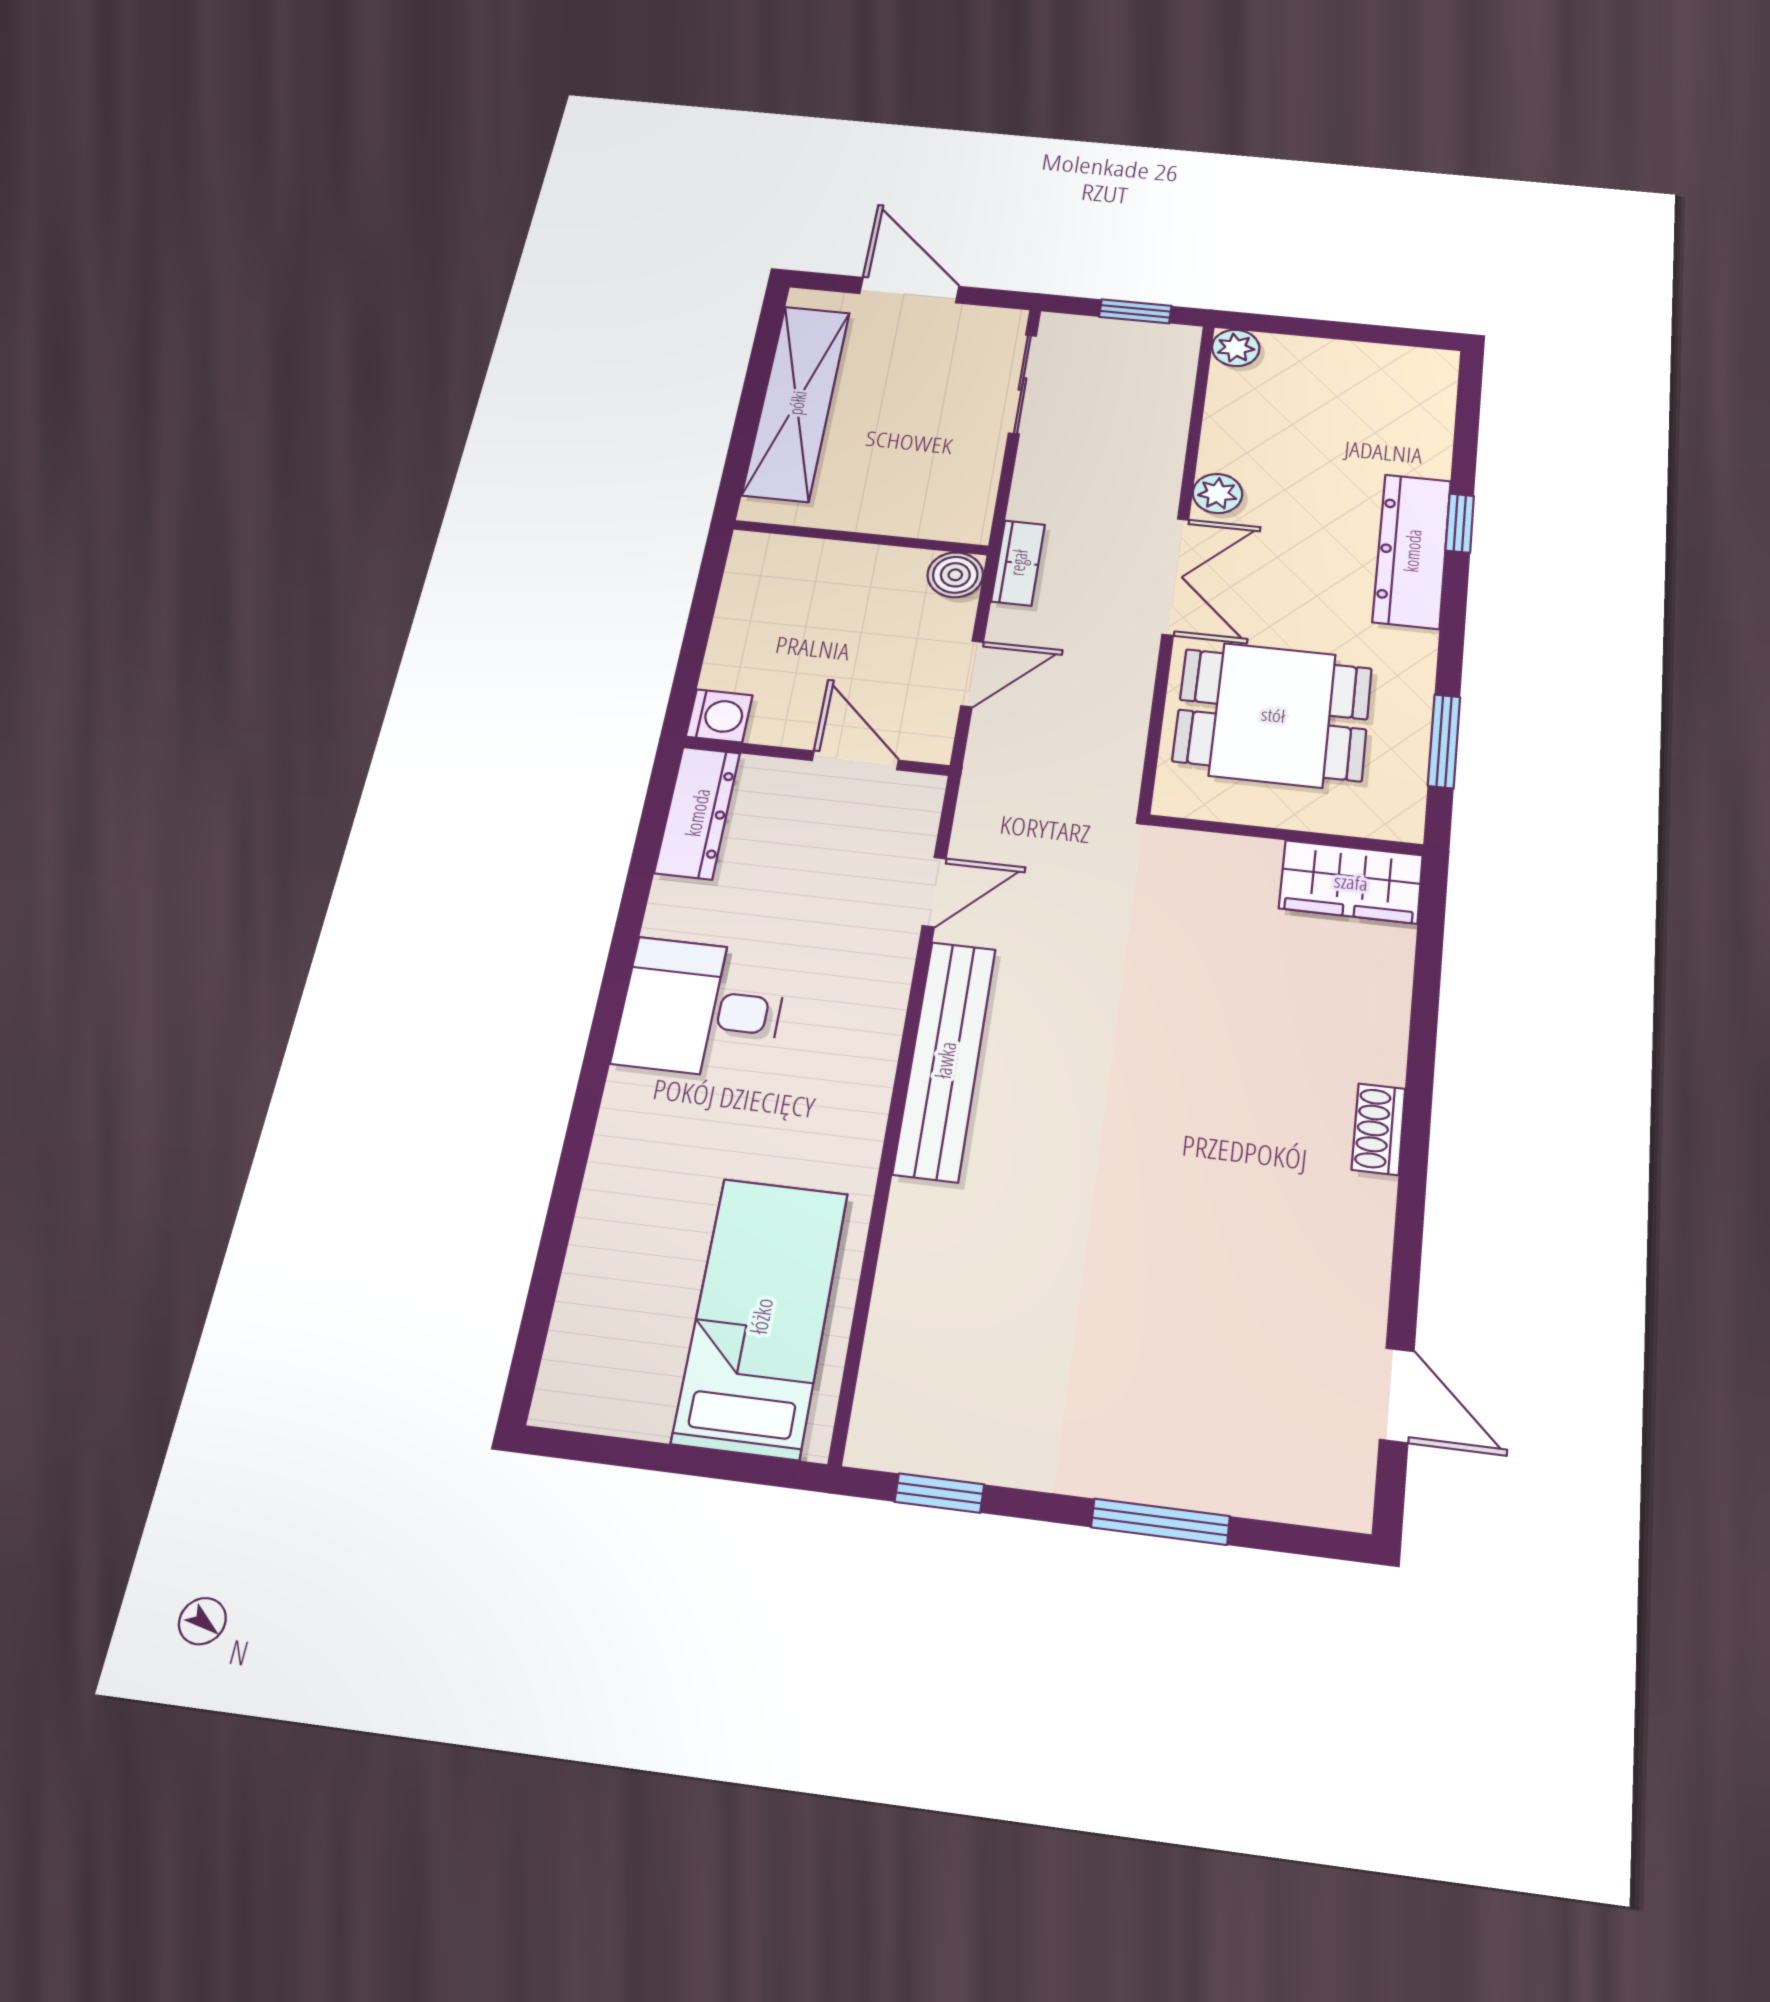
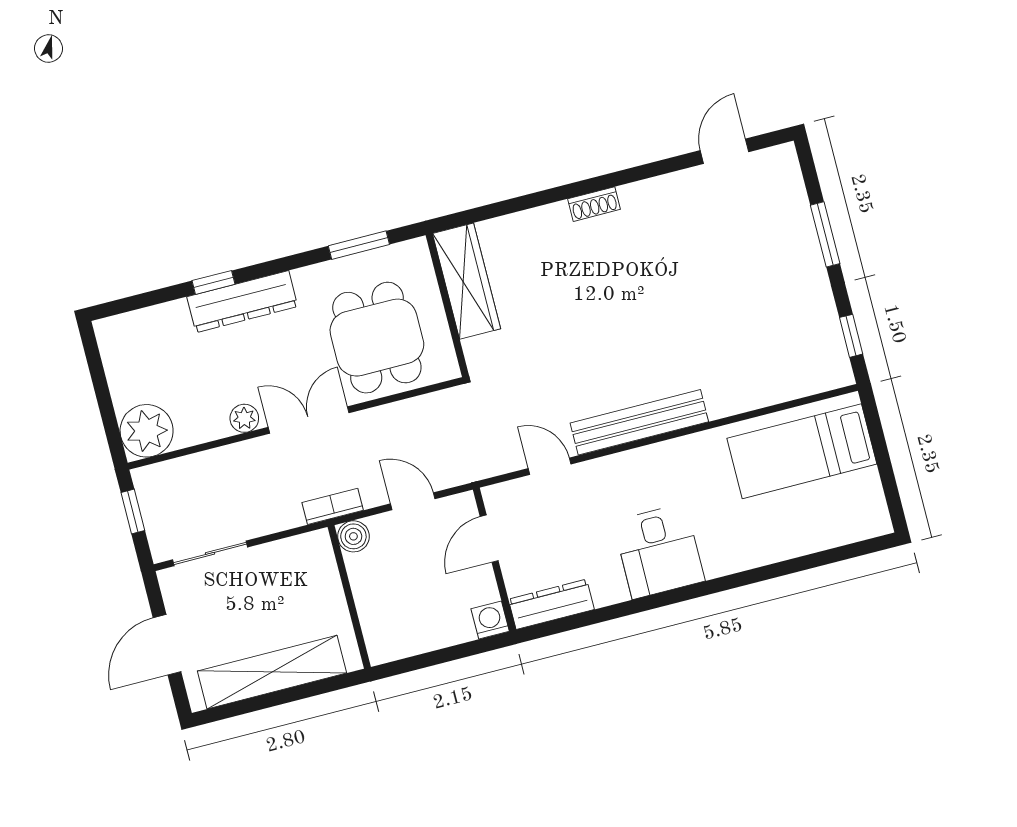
plant: (1236, 348) -> (147, 431), width x1.88, depth x1.88
wardrobe: (1351, 882) -> (466, 281), width x1.50

